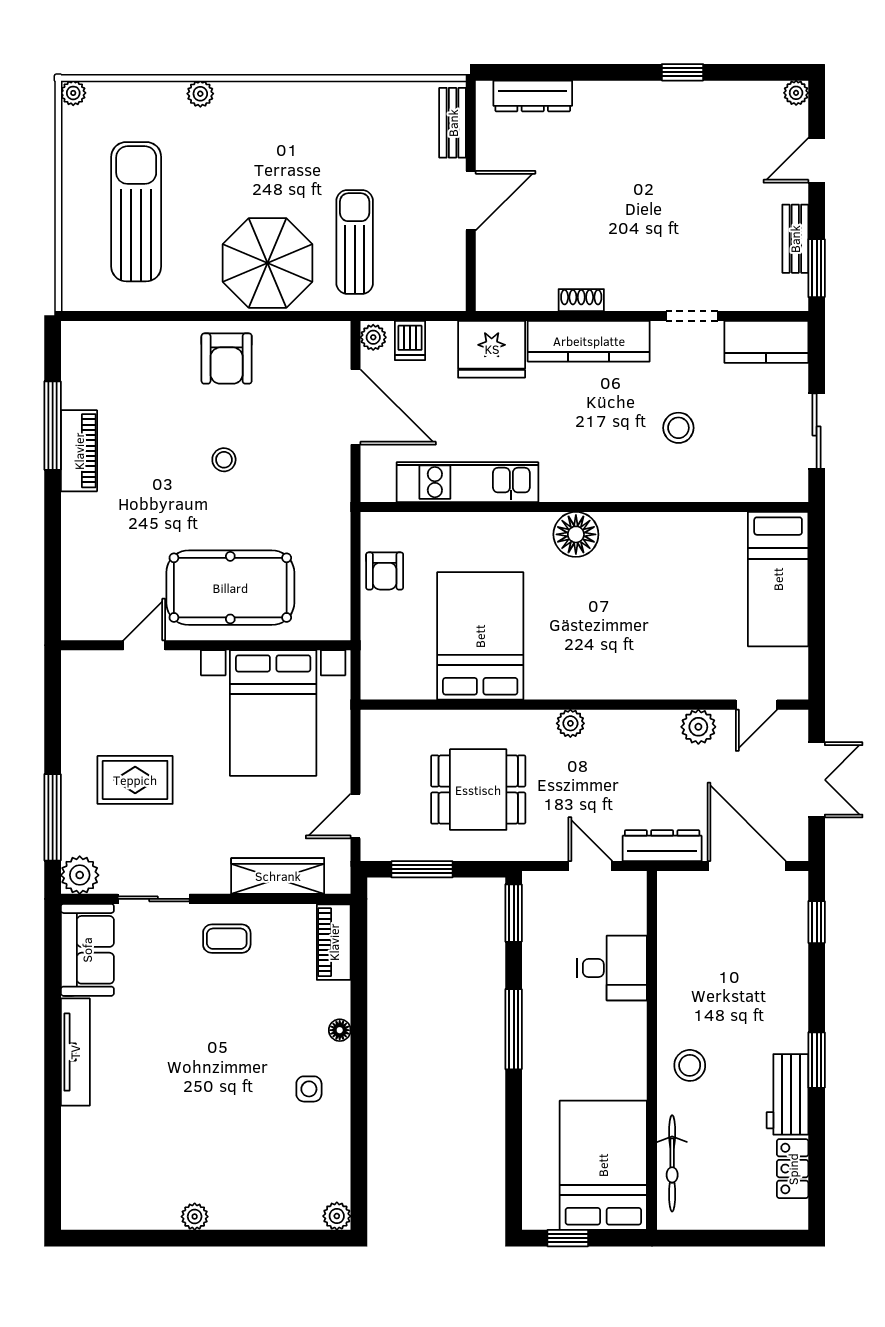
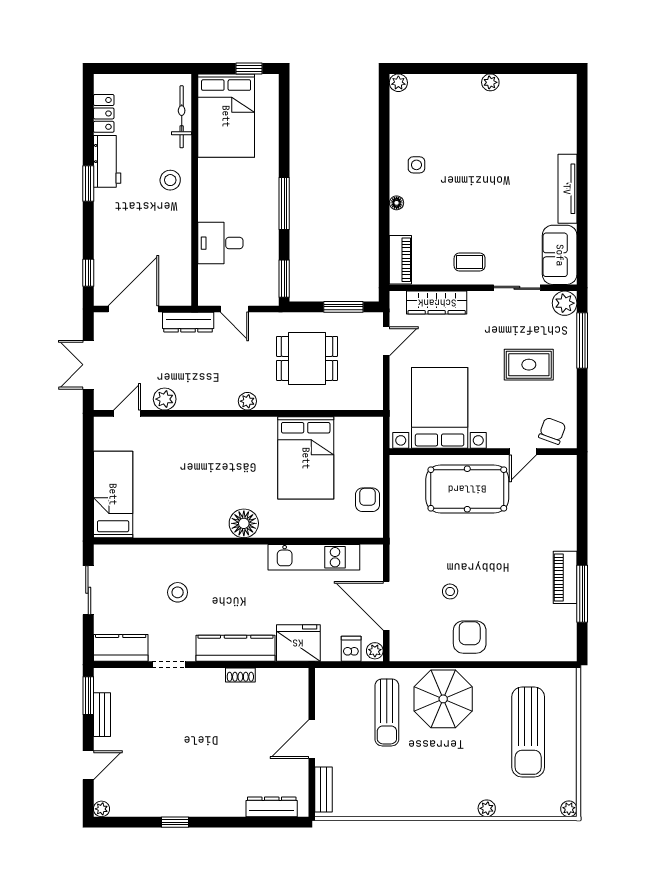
stool: (224, 460) -> (450, 591), moved
chair: (99, 677) -> (552, 431), added
door: (747, 866) -> (133, 309), swing flipped

